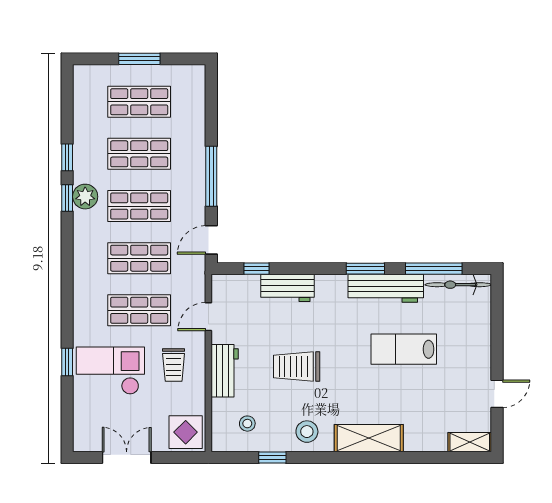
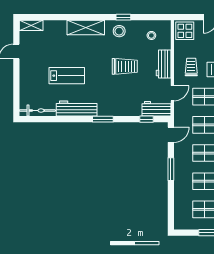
window: (211, 176) -> (171, 169), width x0.69
window: (365, 269) -> (103, 119), moved
window: (434, 269) -> (51, 119), removed
workbench: (287, 288) -> (157, 109), moved
window: (272, 457) -> (123, 17), moved

